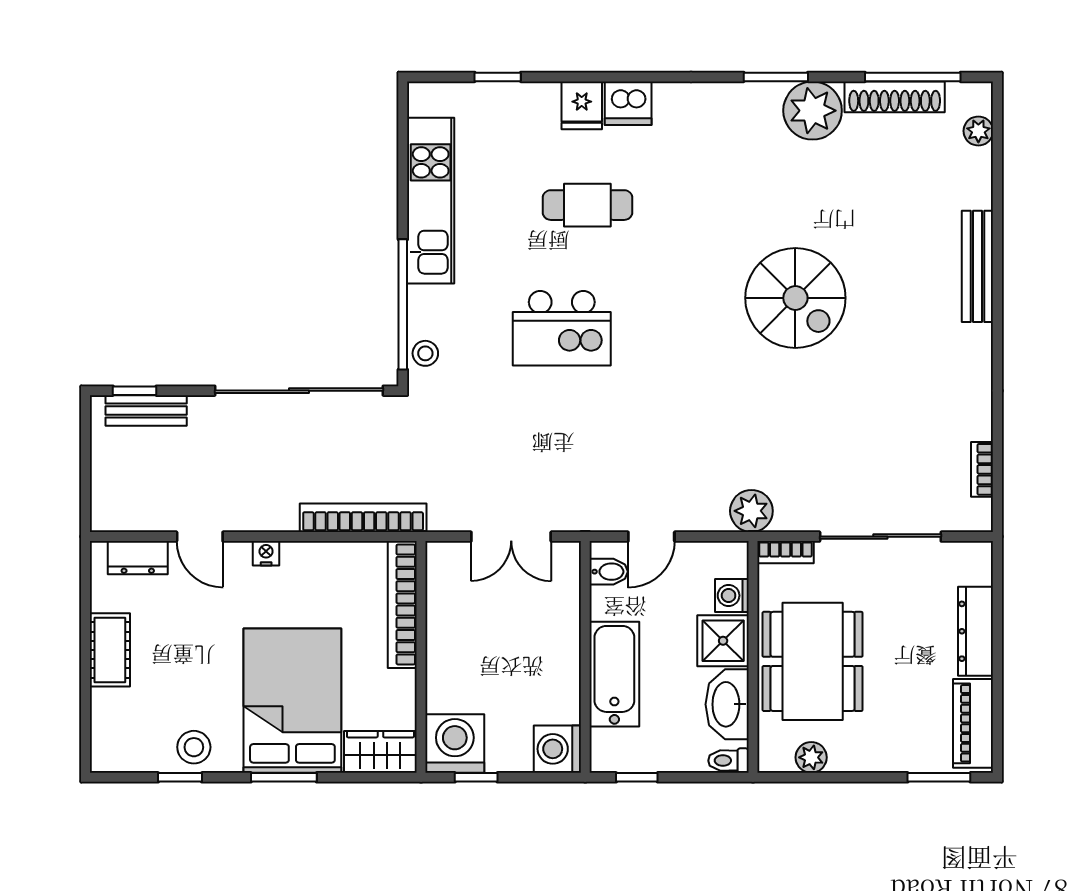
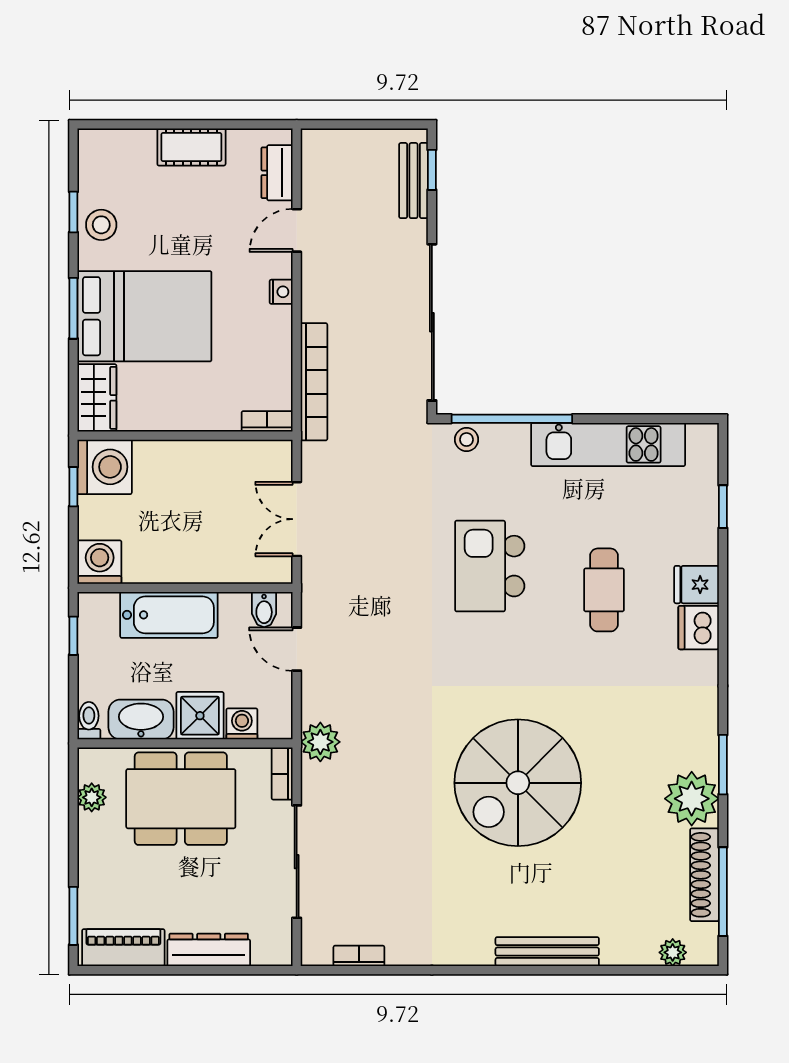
spiral stairs: (795, 298) -> (518, 783), width x1.37, depth x1.37
bookcase: (402, 604) -> (267, 421), width x0.43, depth x0.76

